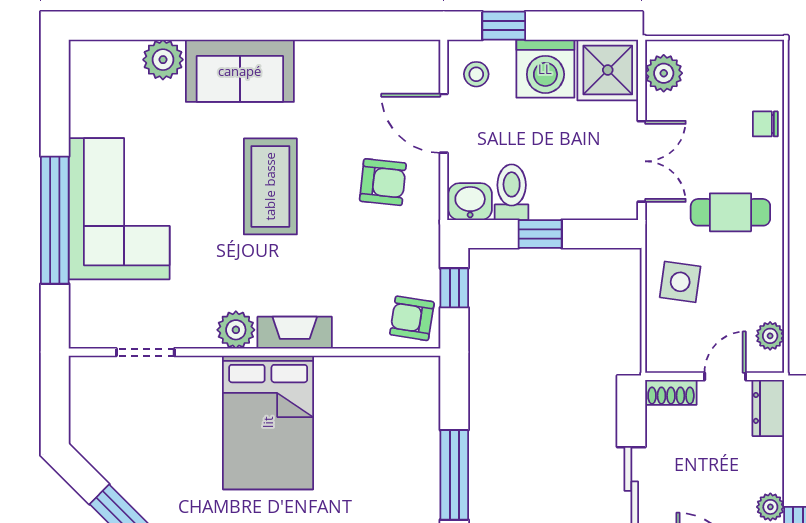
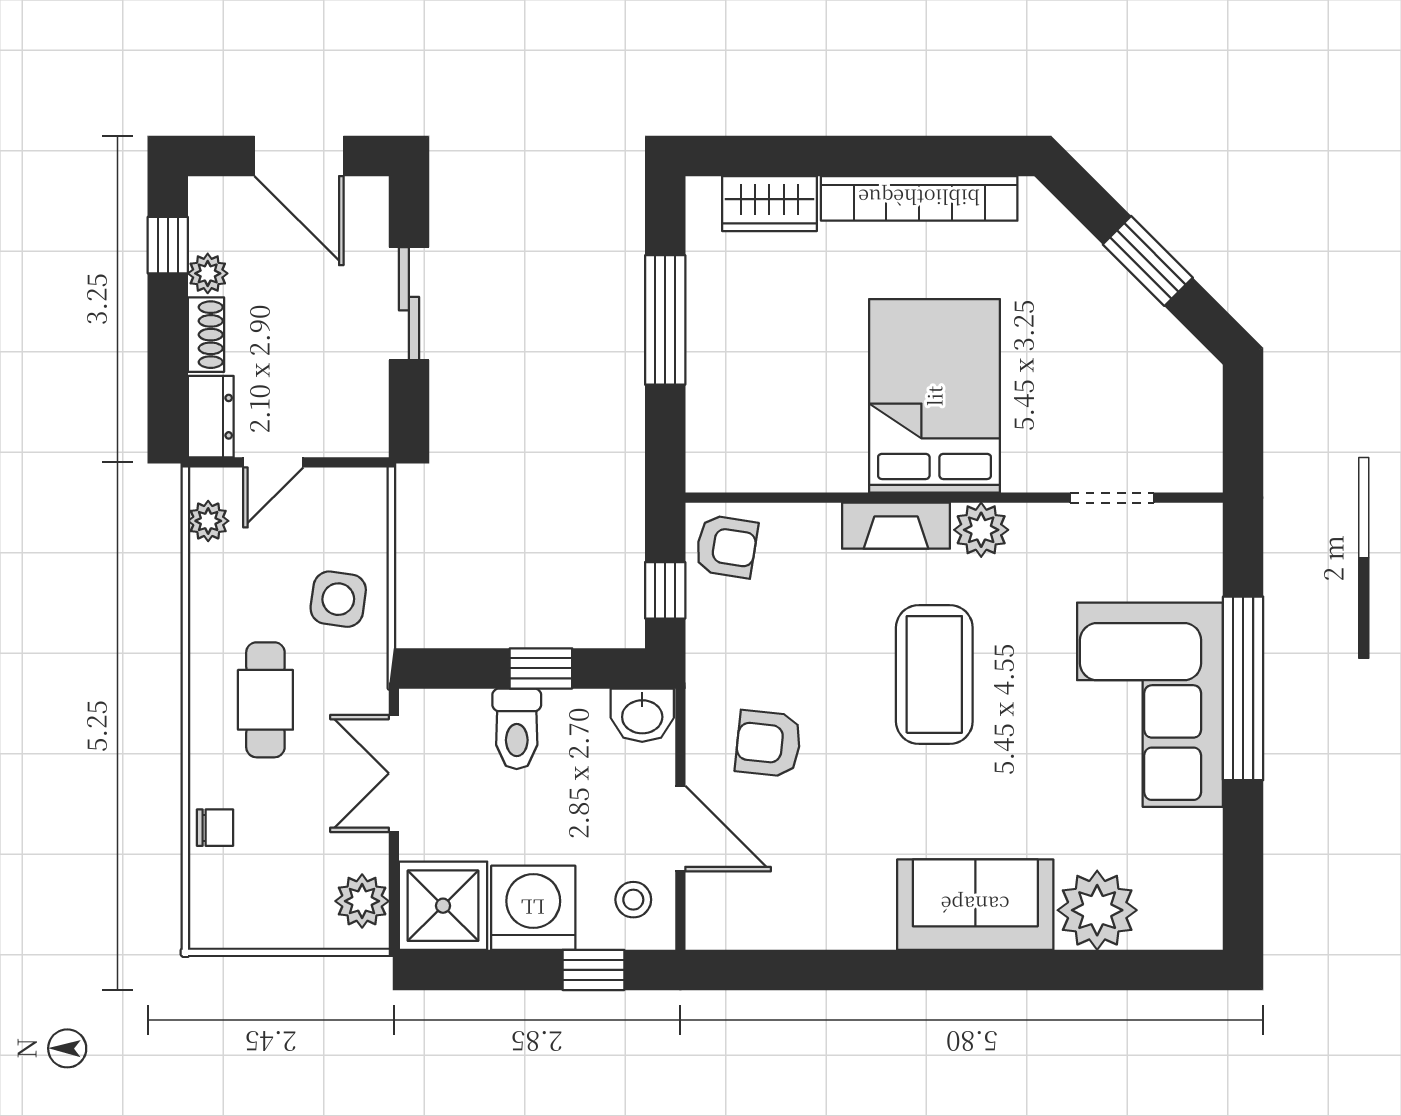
plant: (163, 60) -> (1097, 910), width x1.36, depth x1.36
coffee table: (270, 186) -> (934, 674), moved
toilet: (512, 192) -> (517, 729), moved
cafe table: (730, 212) -> (265, 700), turned 90
shoe rack: (671, 392) -> (206, 335), moved, turned 90

